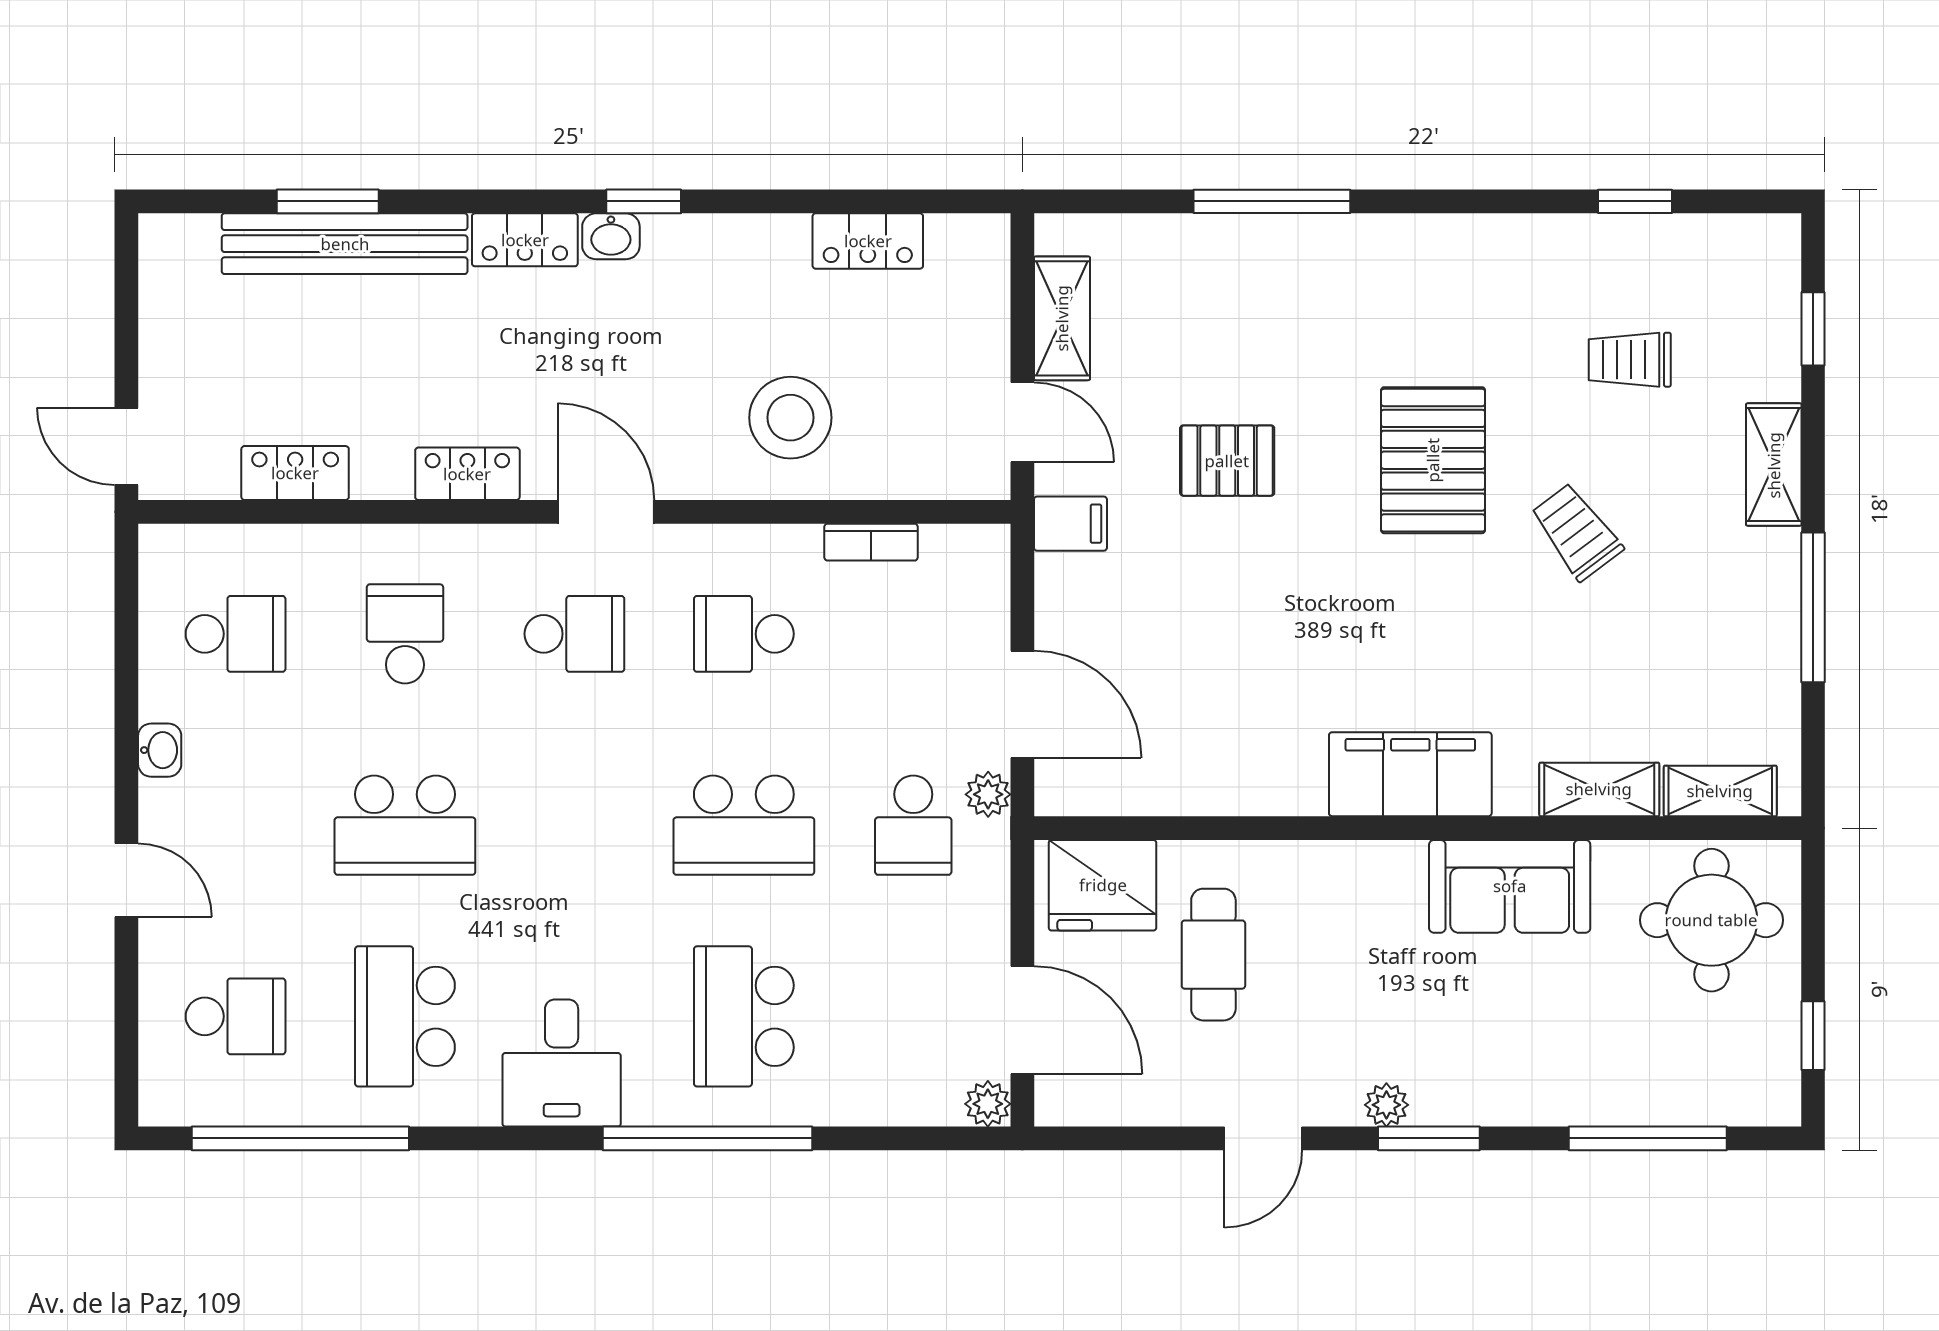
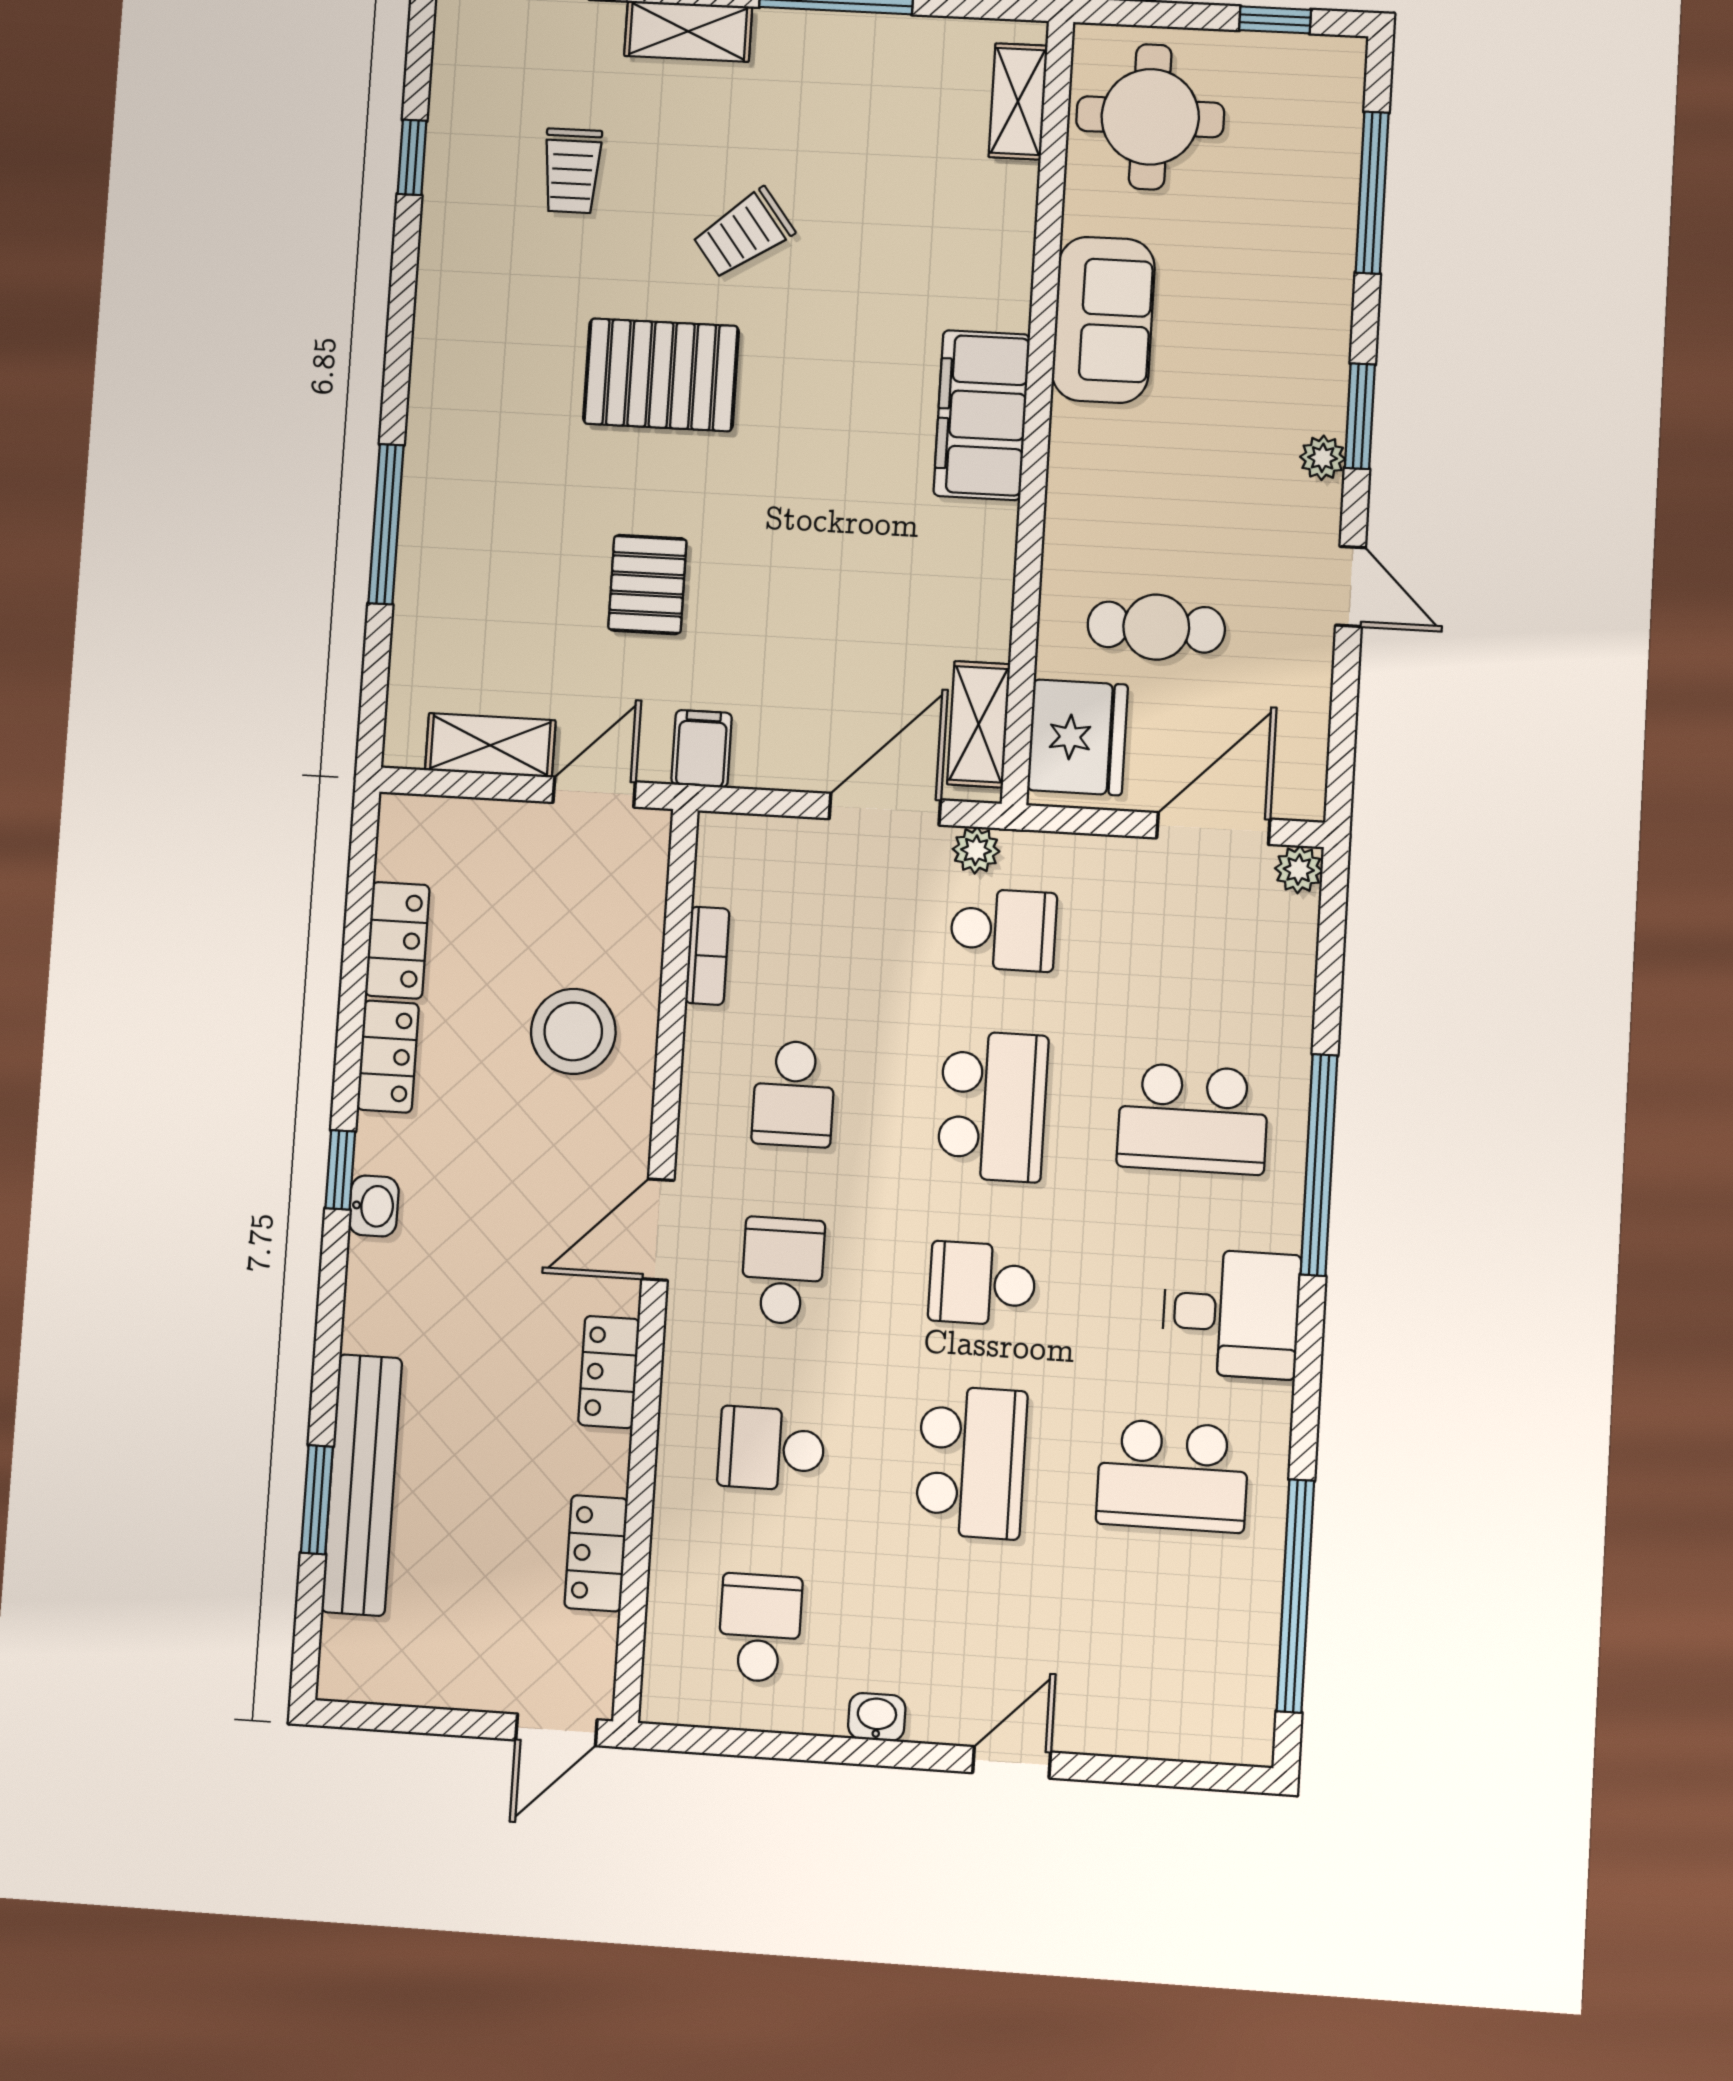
locker: (525, 240) -> (388, 1057), moved
shelving: (1599, 789) -> (979, 724), moved
school desk: (236, 1016) -> (982, 1284), moved, turned -90

